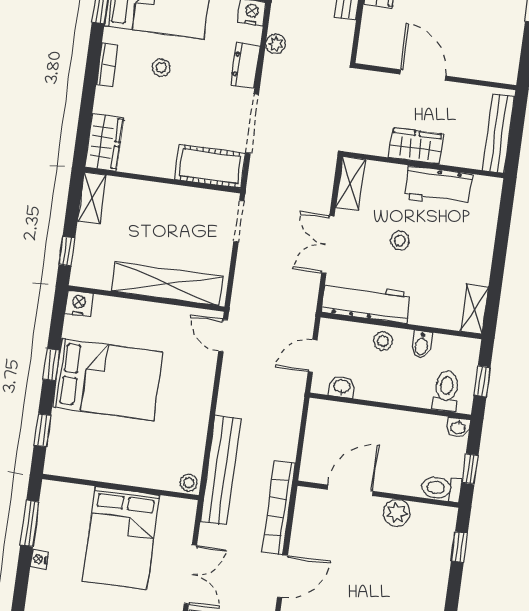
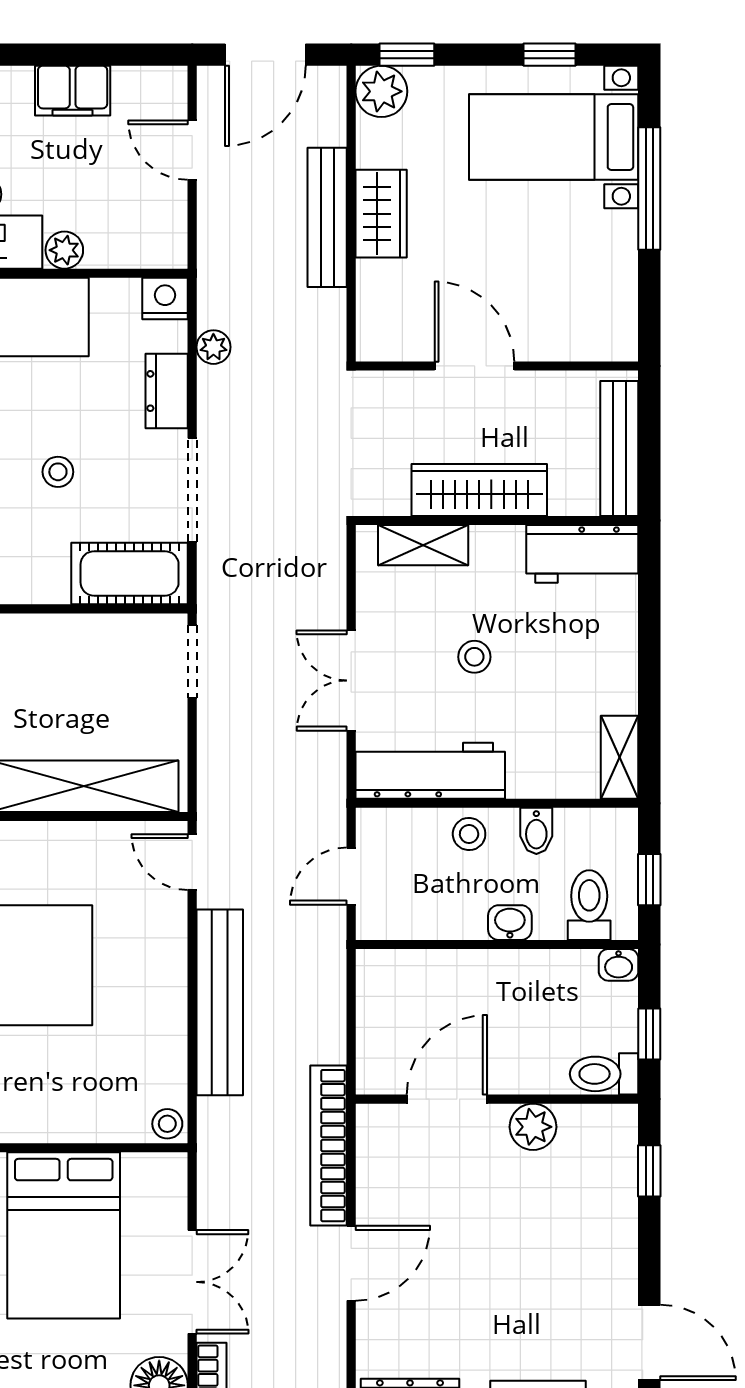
stool: (161, 68) -> (58, 472), moved
wardrobe: (416, 146) -> (479, 490), width x1.50
shelving: (351, 183) -> (423, 545), moved, turned 90
workbench: (438, 186) -> (582, 554), moved
washbasin: (342, 387) -> (510, 923), moved
bench: (221, 470) -> (220, 1002), moved

